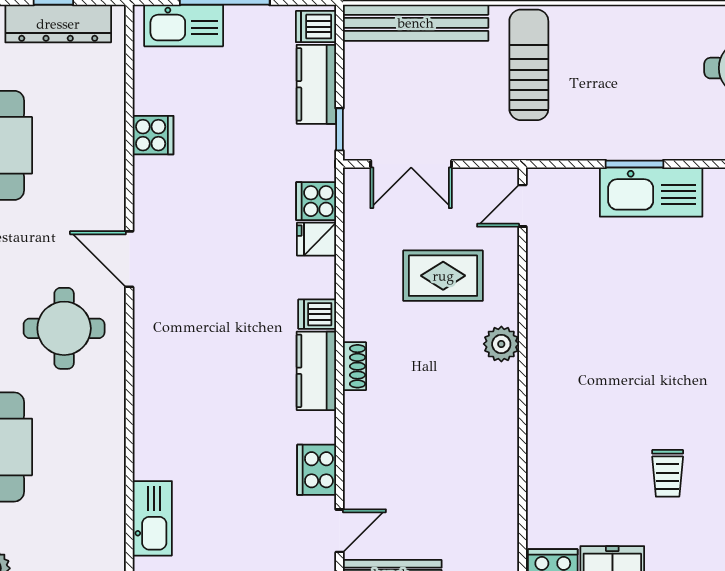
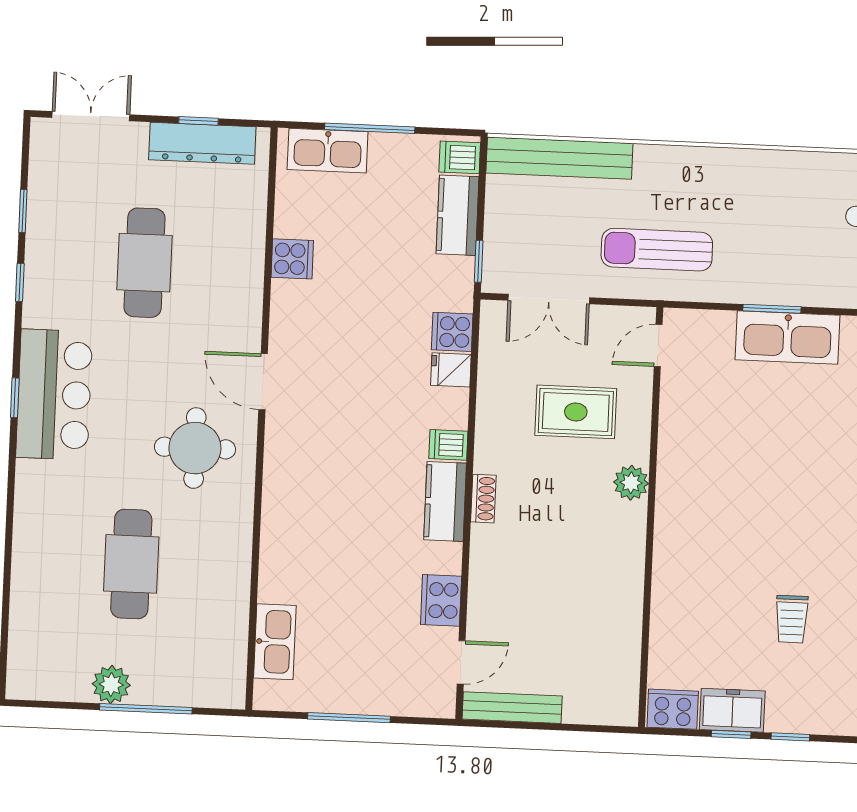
sun lounger: (529, 65) -> (657, 250), moved, turned -90

